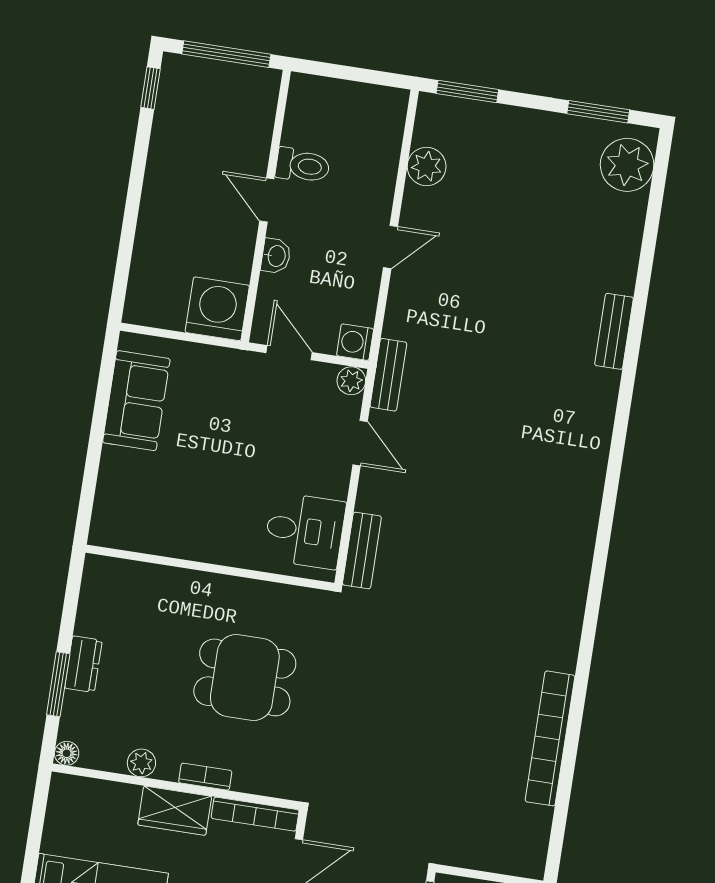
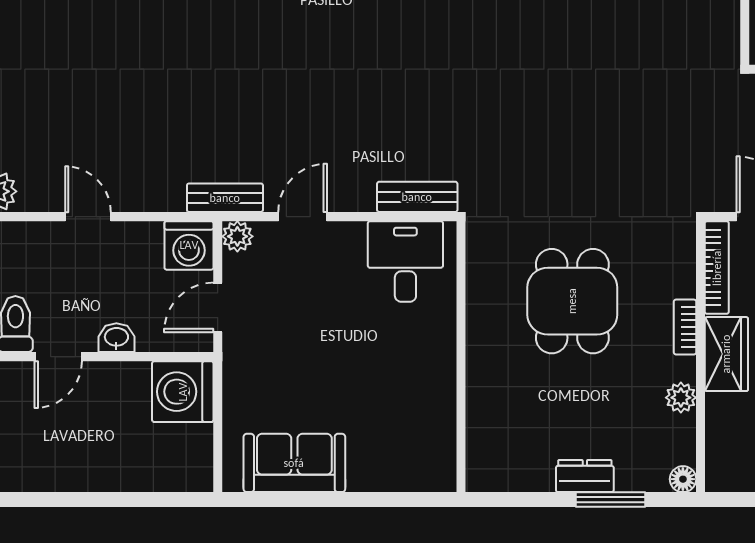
washing machine: (355, 342) -> (189, 245), width x1.38, depth x1.38

